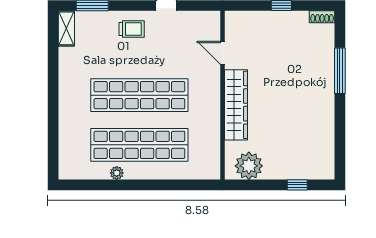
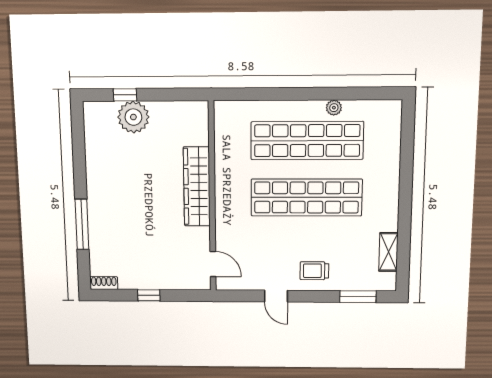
shelving: (66, 28) -> (388, 252), moved
door: (222, 53) -> (213, 264), moved
plant: (249, 166) -> (133, 117), moved

